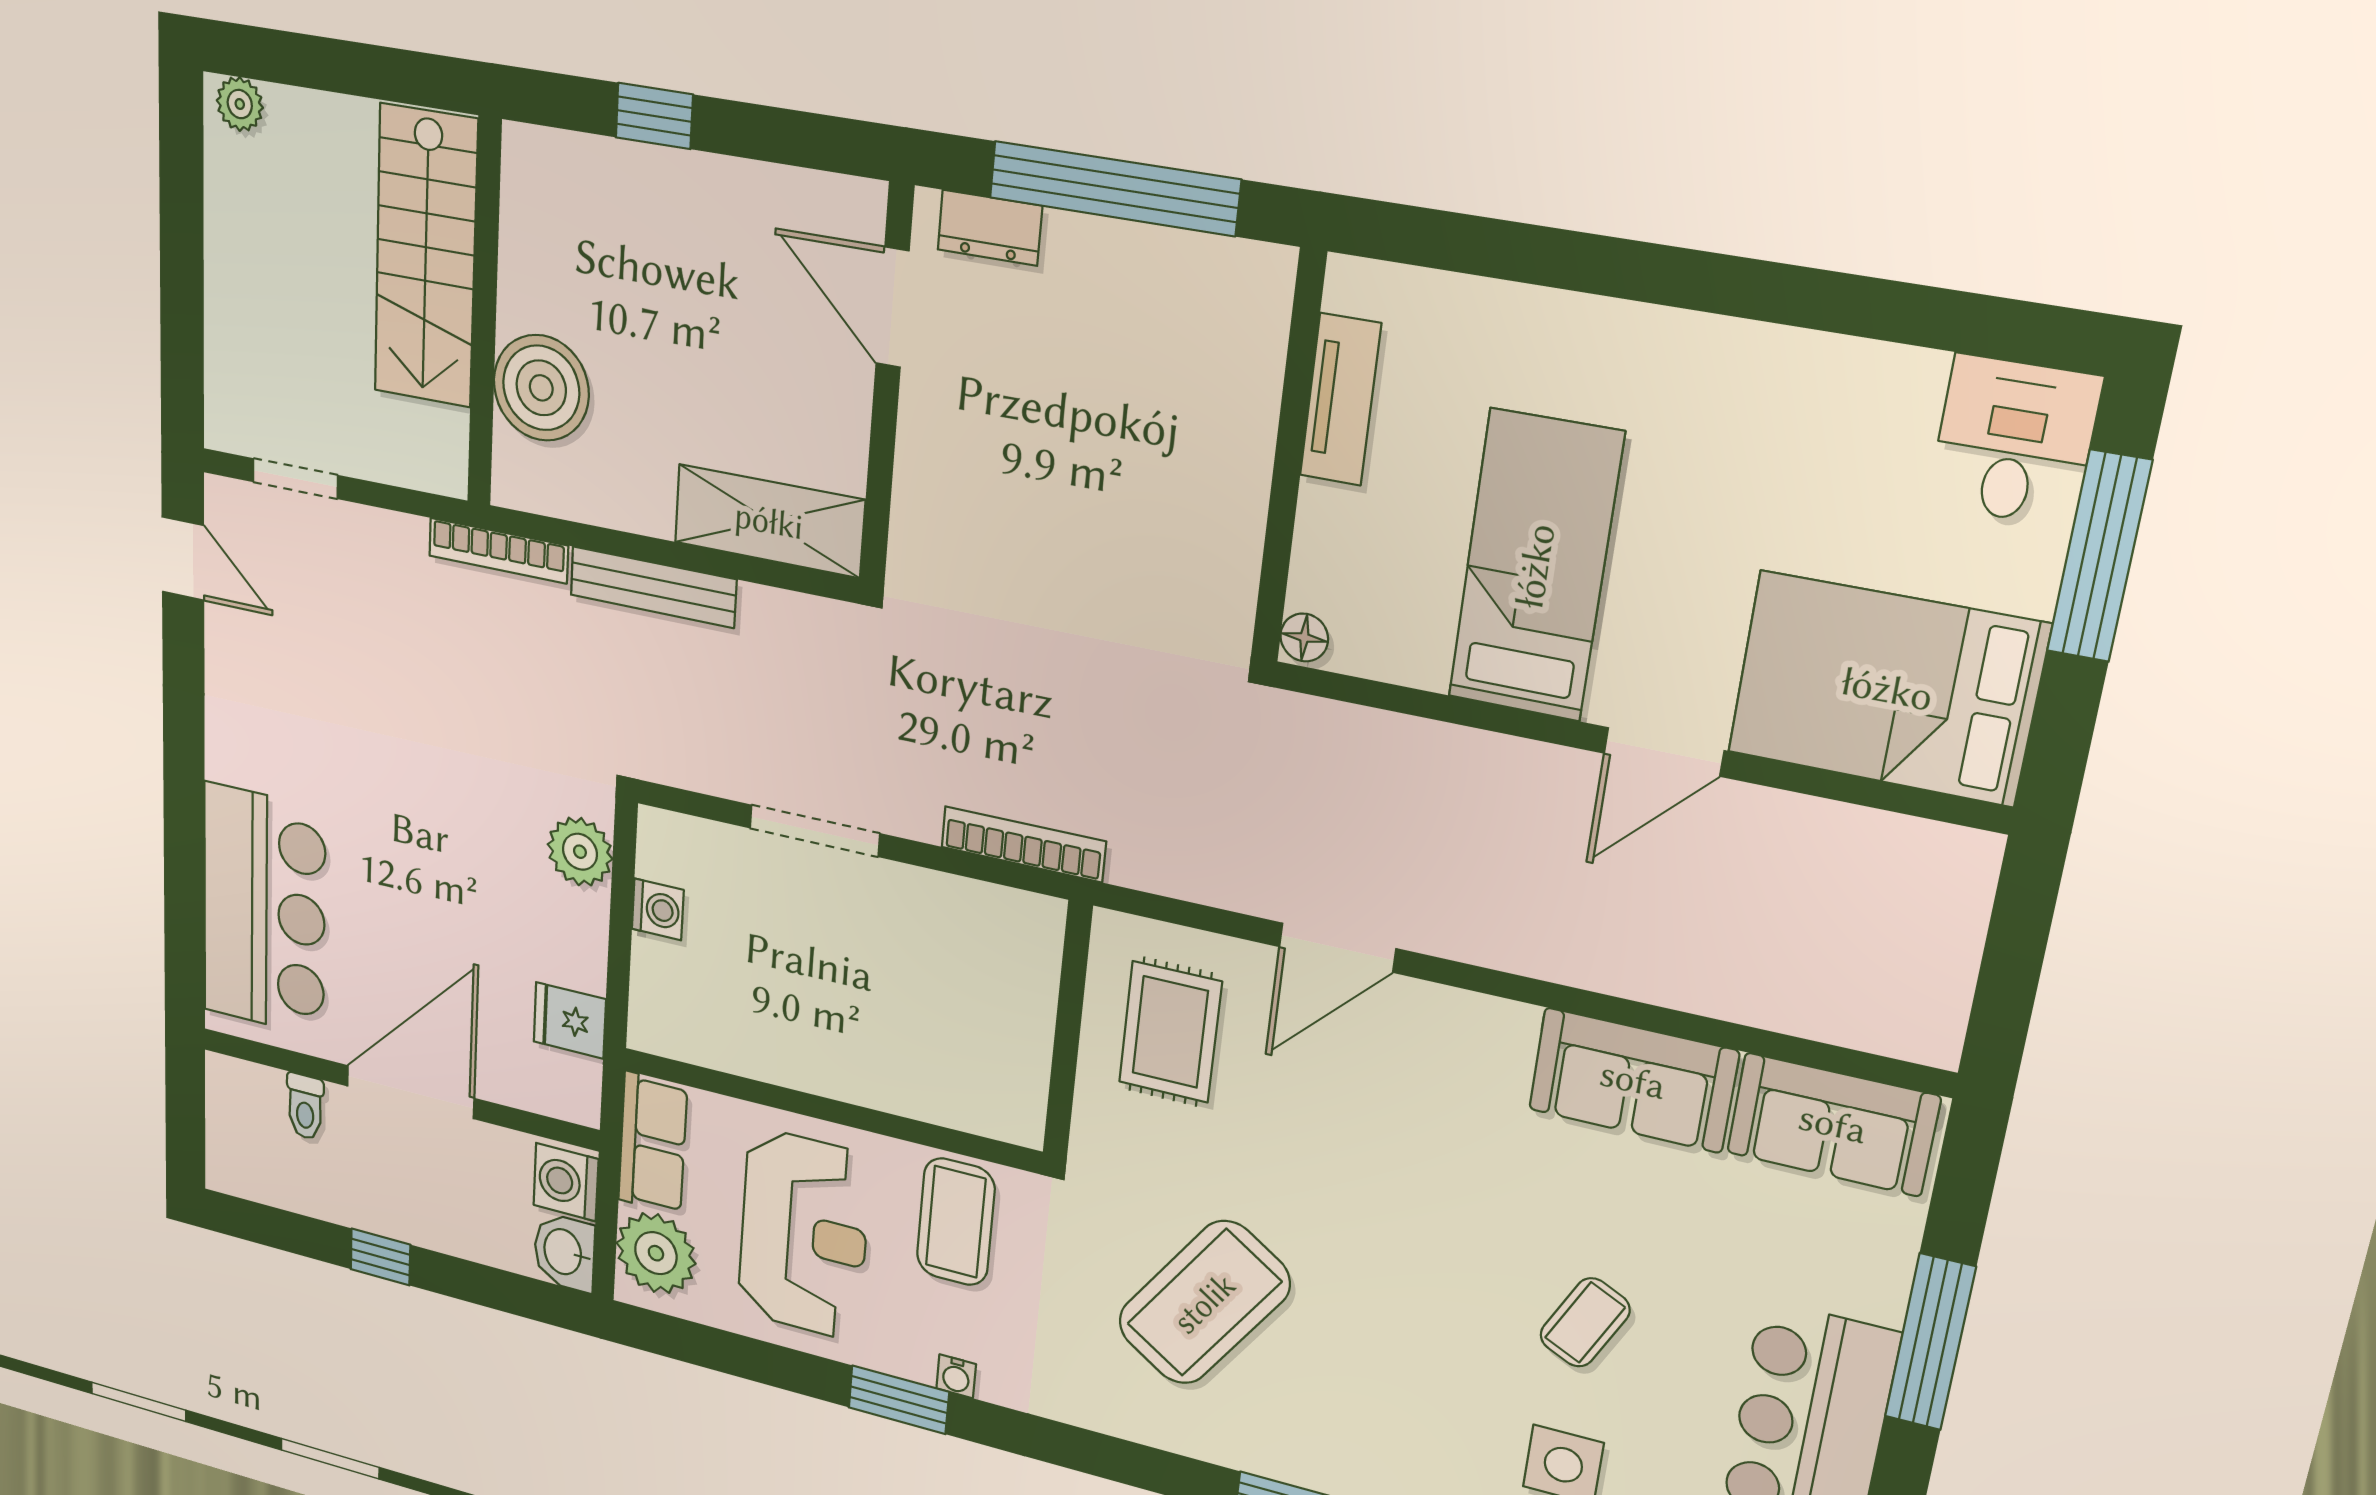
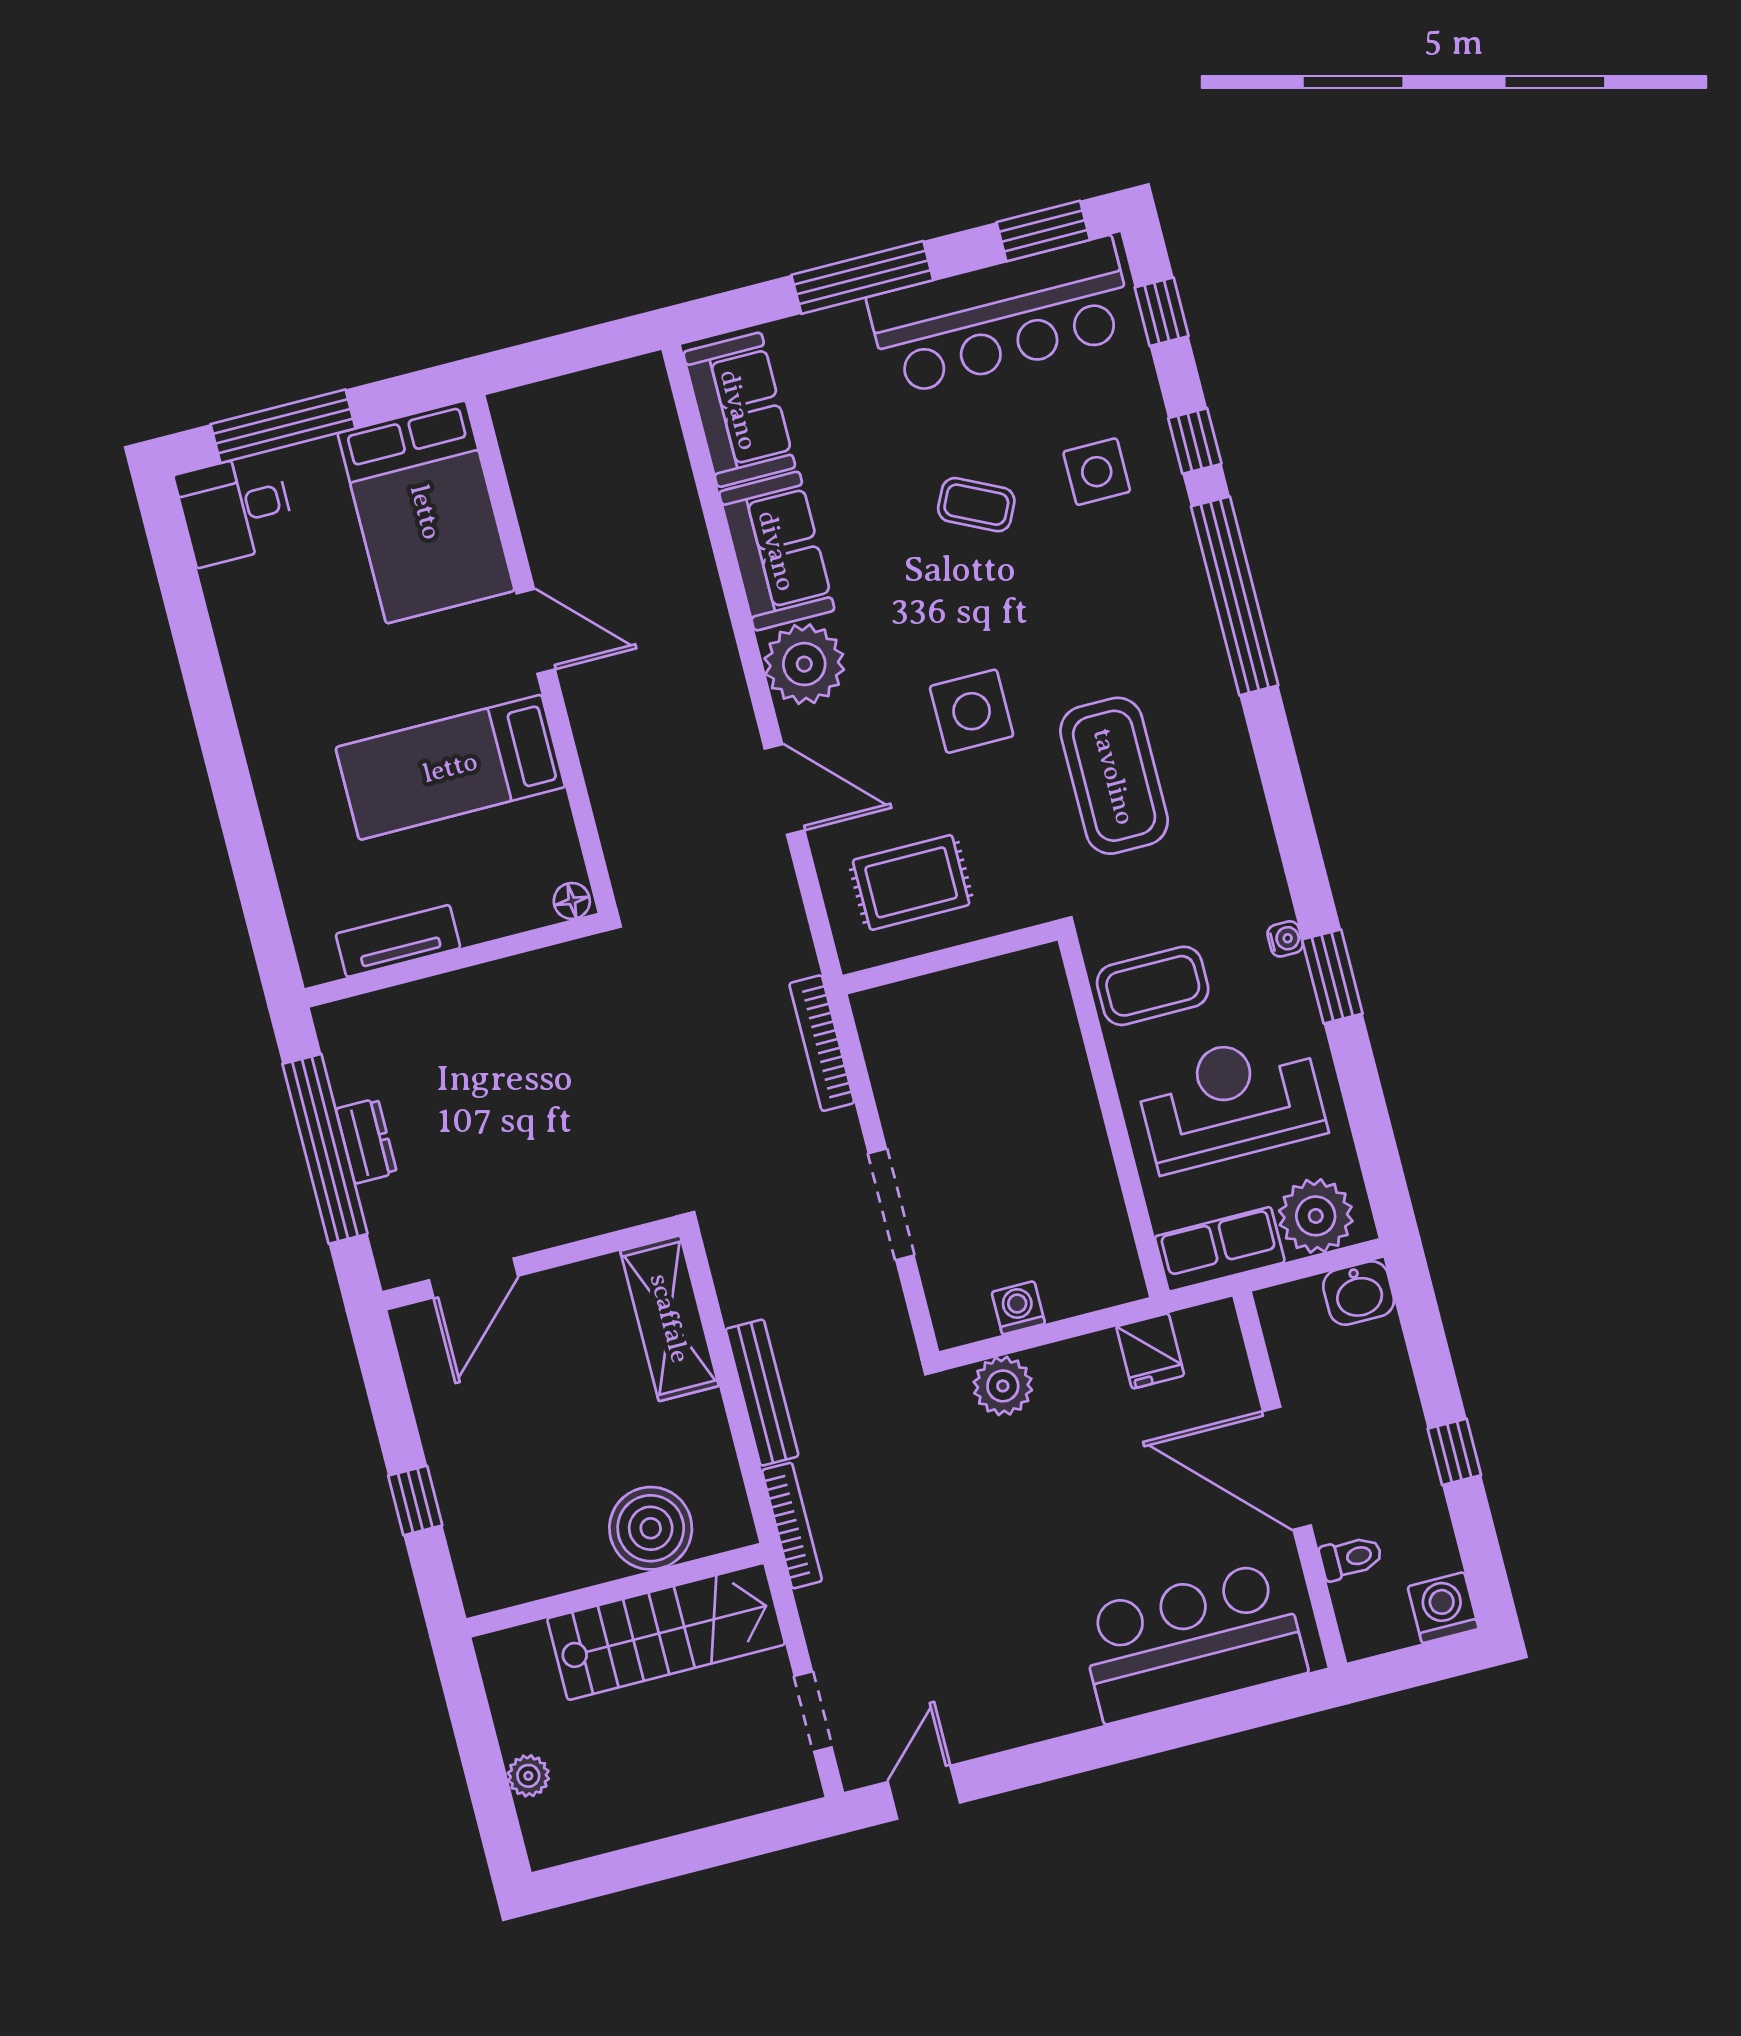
plant: (240, 104) -> (528, 1776), moved
dresser: (990, 228) -> (366, 1141), moved
stairs: (426, 257) -> (666, 1631), moved
plant: (1479, 1043) -> (804, 664), added
washing machine: (566, 1182) -> (1443, 1608), moved, turned 180
side table: (1342, 1195) -> (972, 711), added
coffee table: (1204, 1303) -> (1114, 776), turned 56

